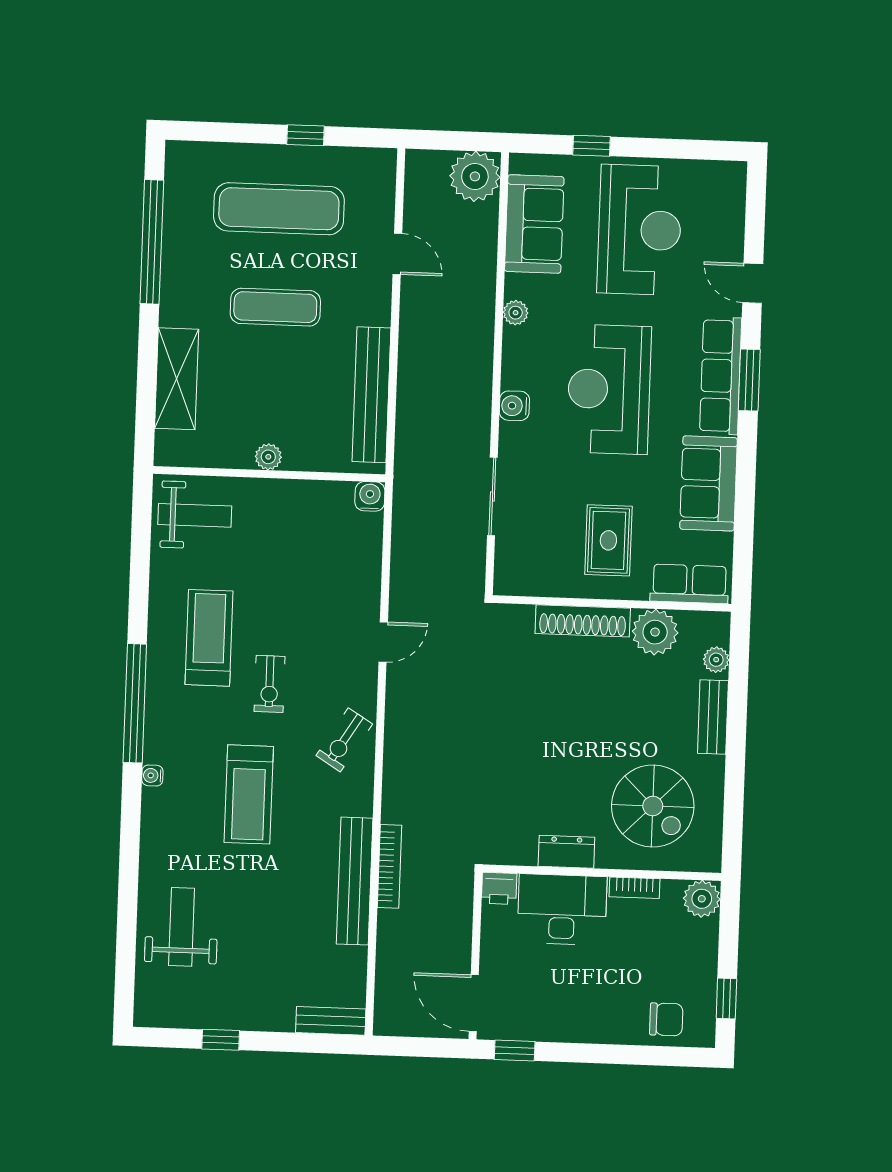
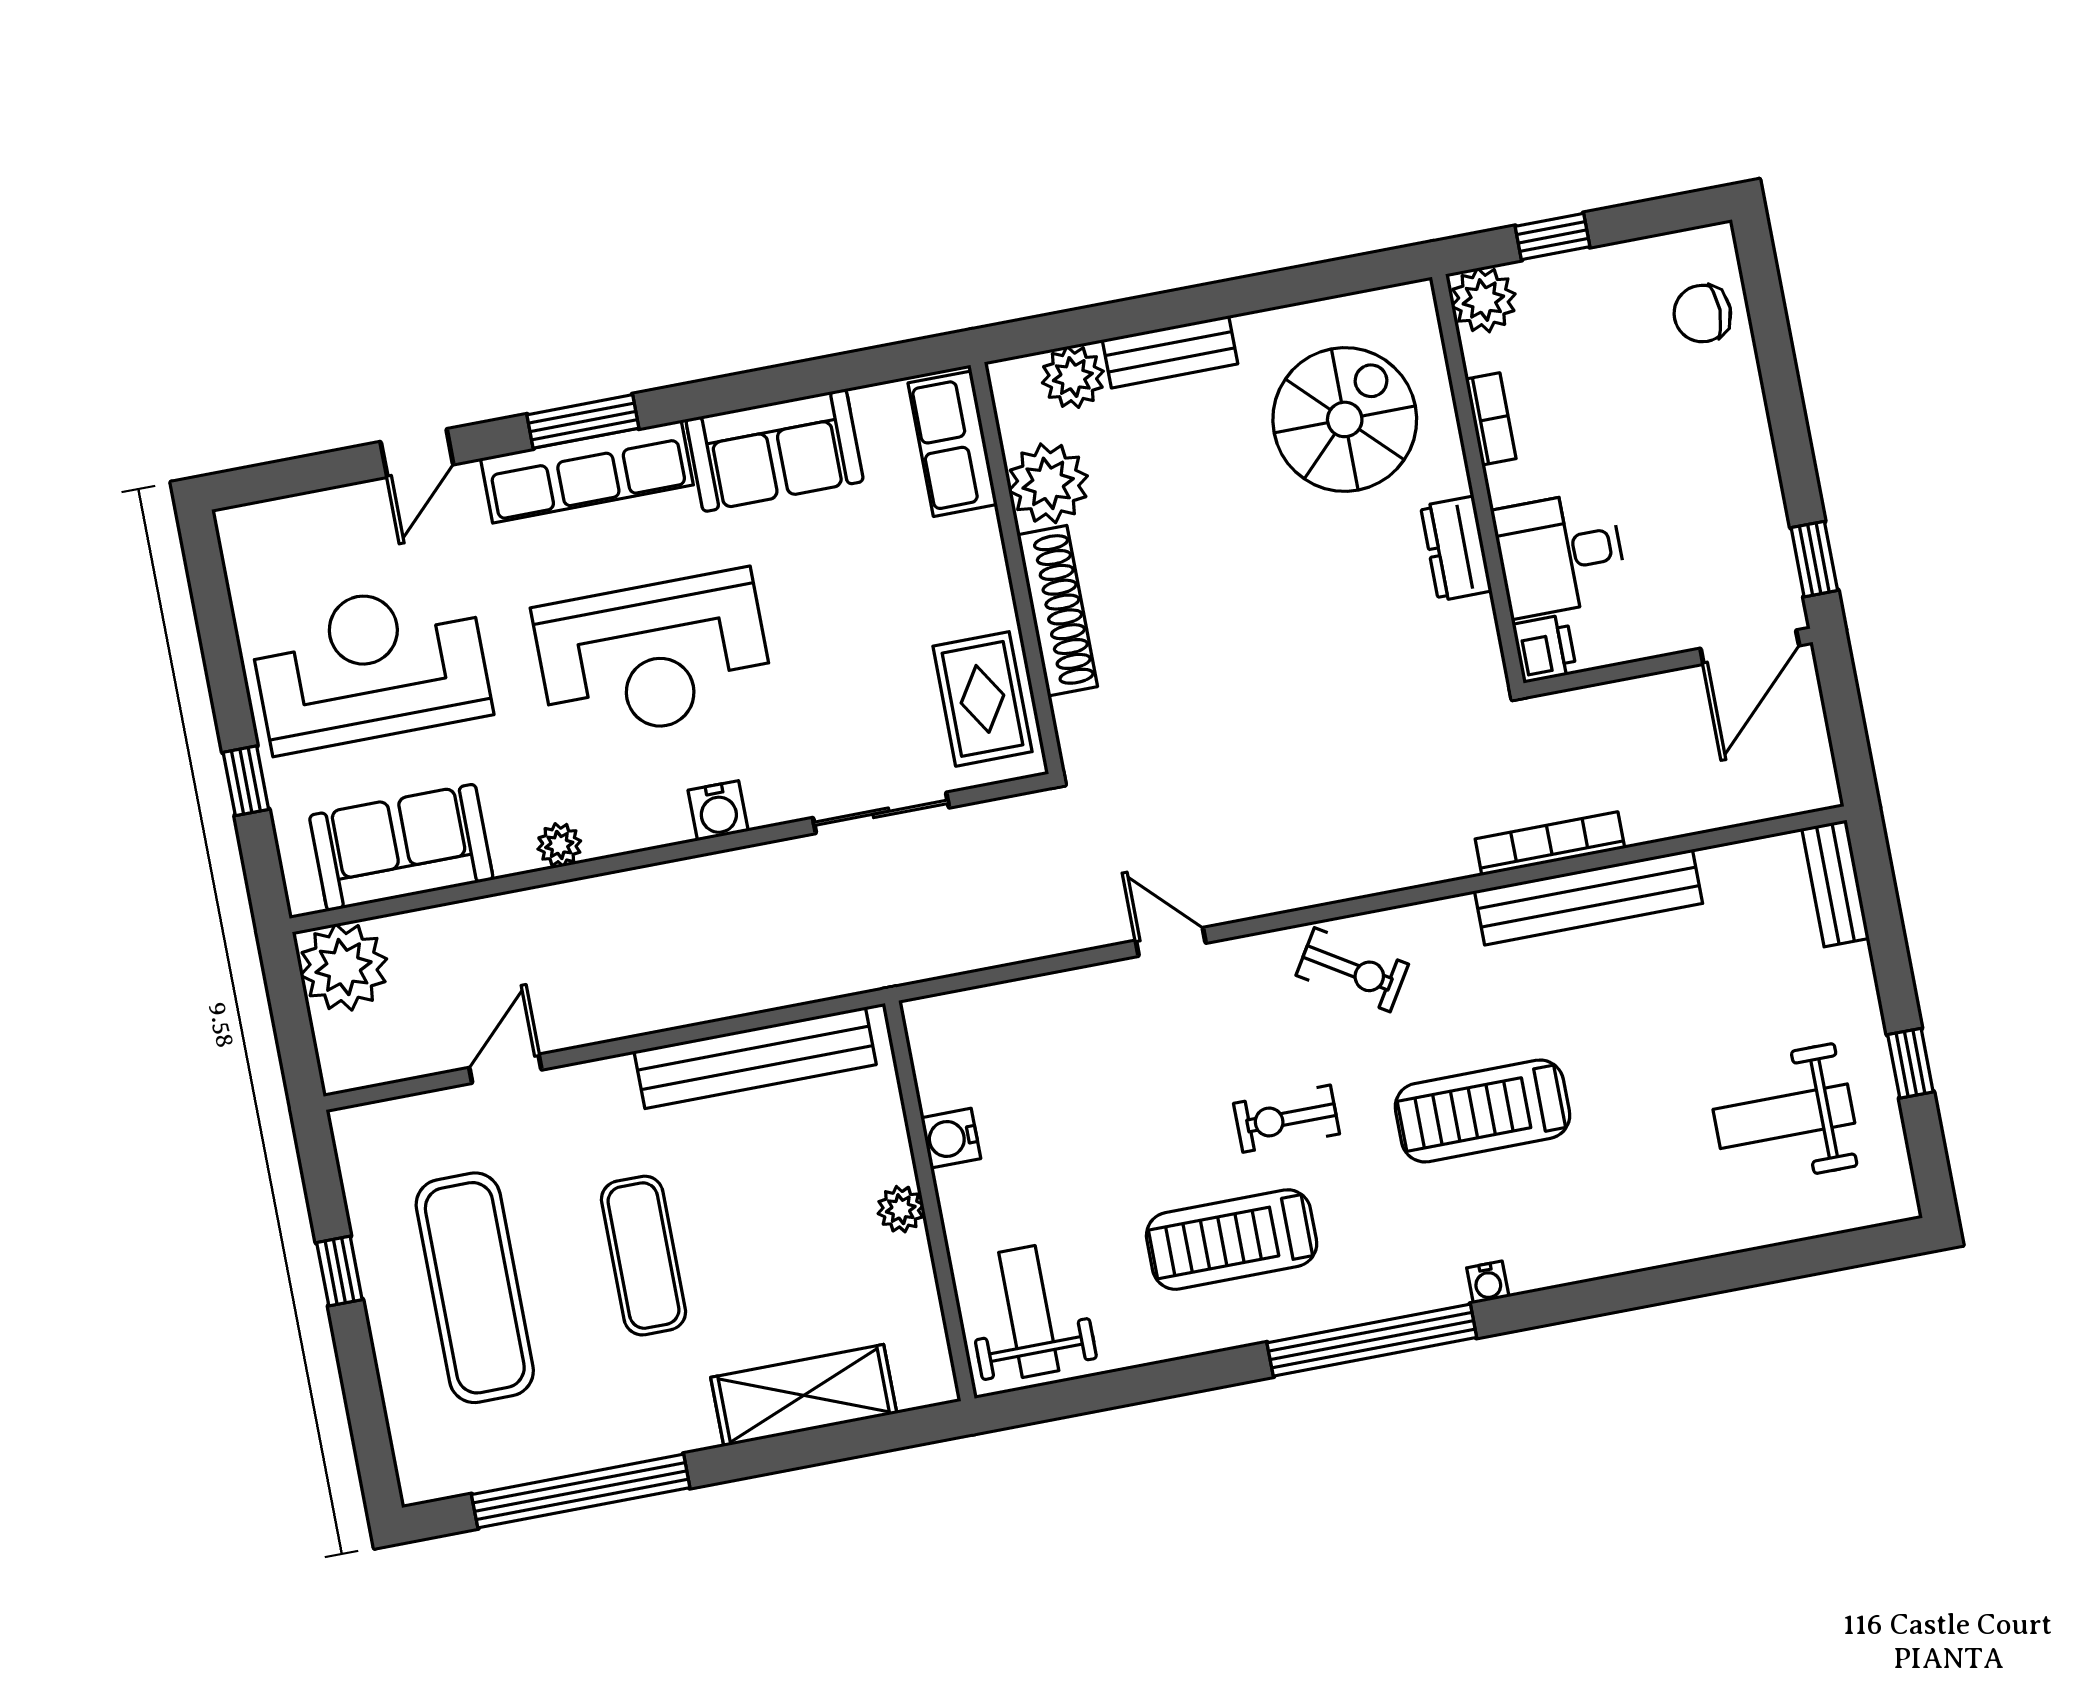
water cooler: (370, 496) -> (951, 1138), moved
rug: (608, 540) -> (982, 699), moved, turned 90
plant: (716, 660) -> (1073, 377), width x1.38, depth x1.38
exercise bike: (270, 684) -> (1287, 1119), turned 180
treadmill: (249, 794) -> (1482, 1111), turned 180
desk: (562, 909) -> (1560, 554), width x0.73
weight bench: (182, 927) -> (1784, 1116), moved
window: (726, 998) -> (1552, 236), moved
chair: (666, 1019) -> (1702, 314), turned -90

